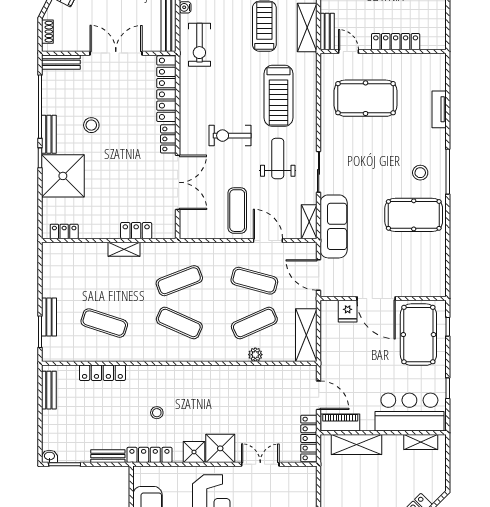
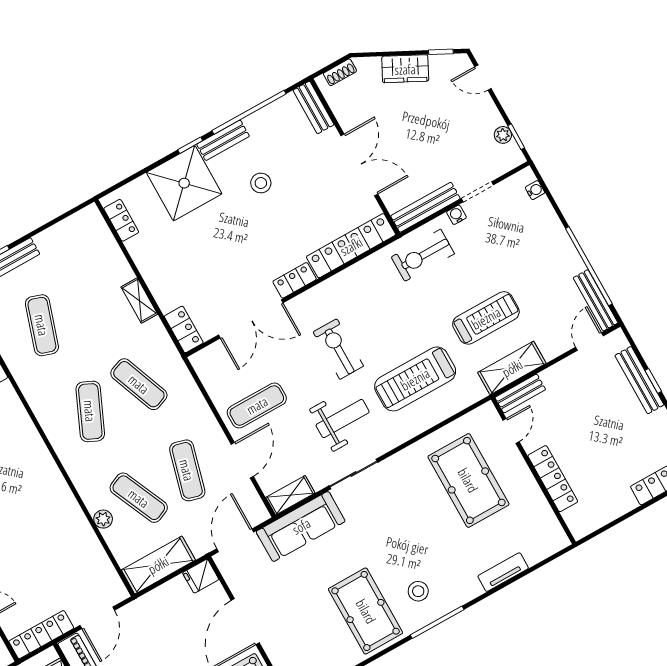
locker: (136, 231) -> (184, 329), moved
fridge: (348, 311) -> (201, 576), moved

